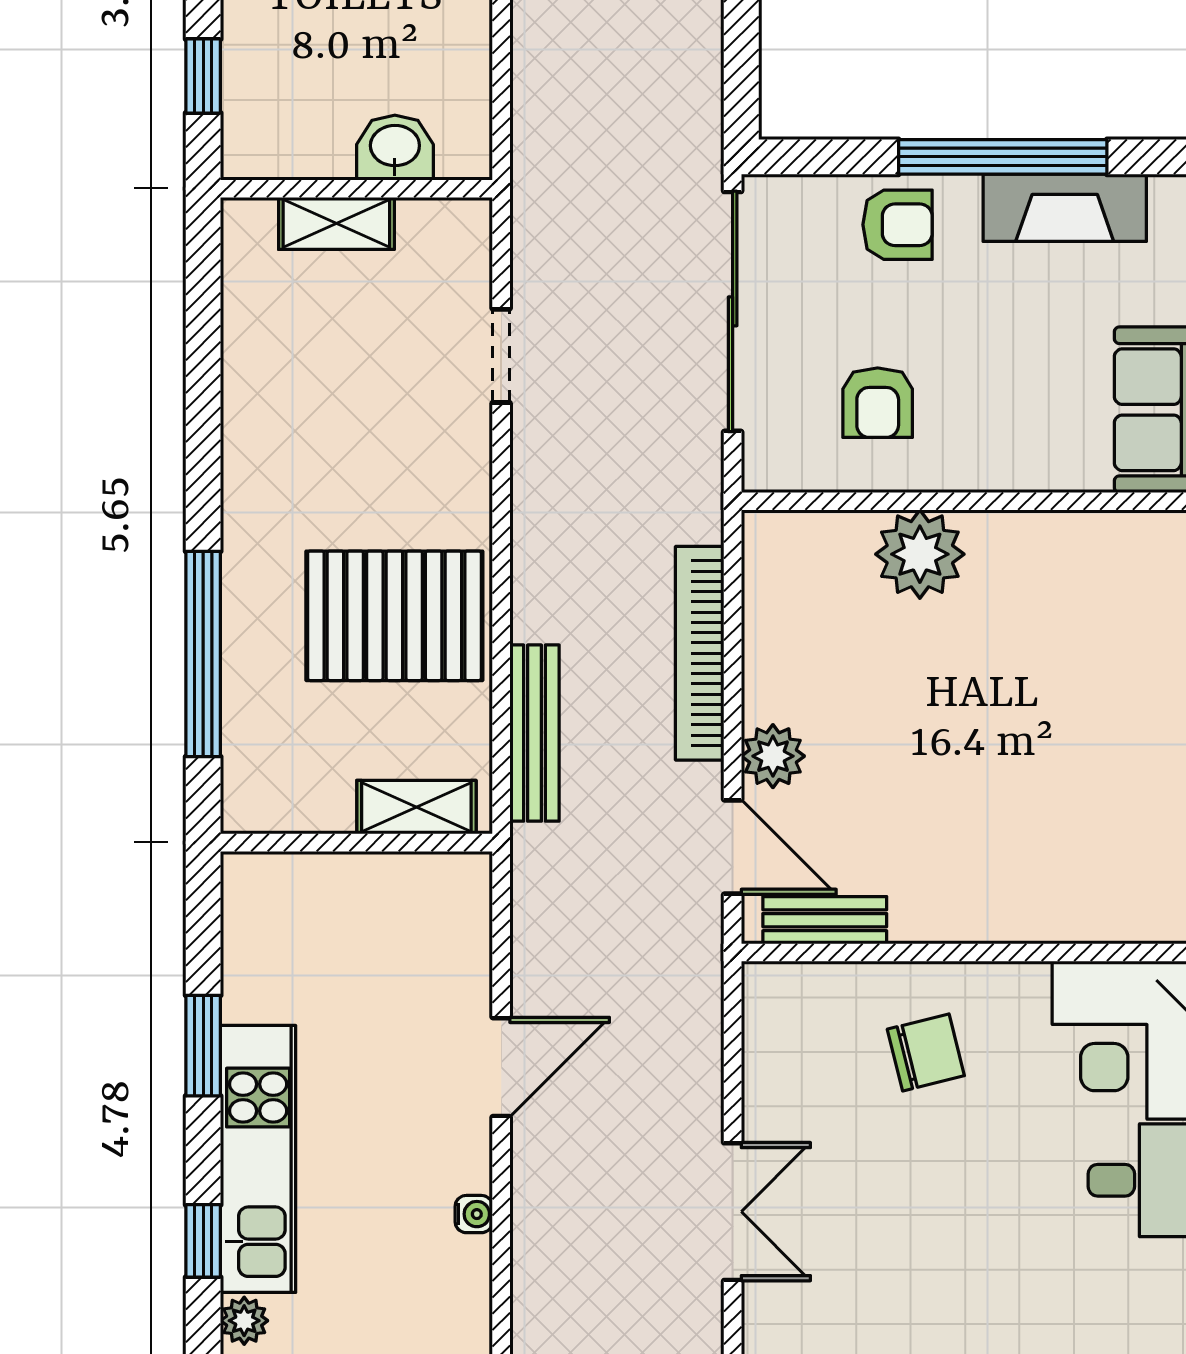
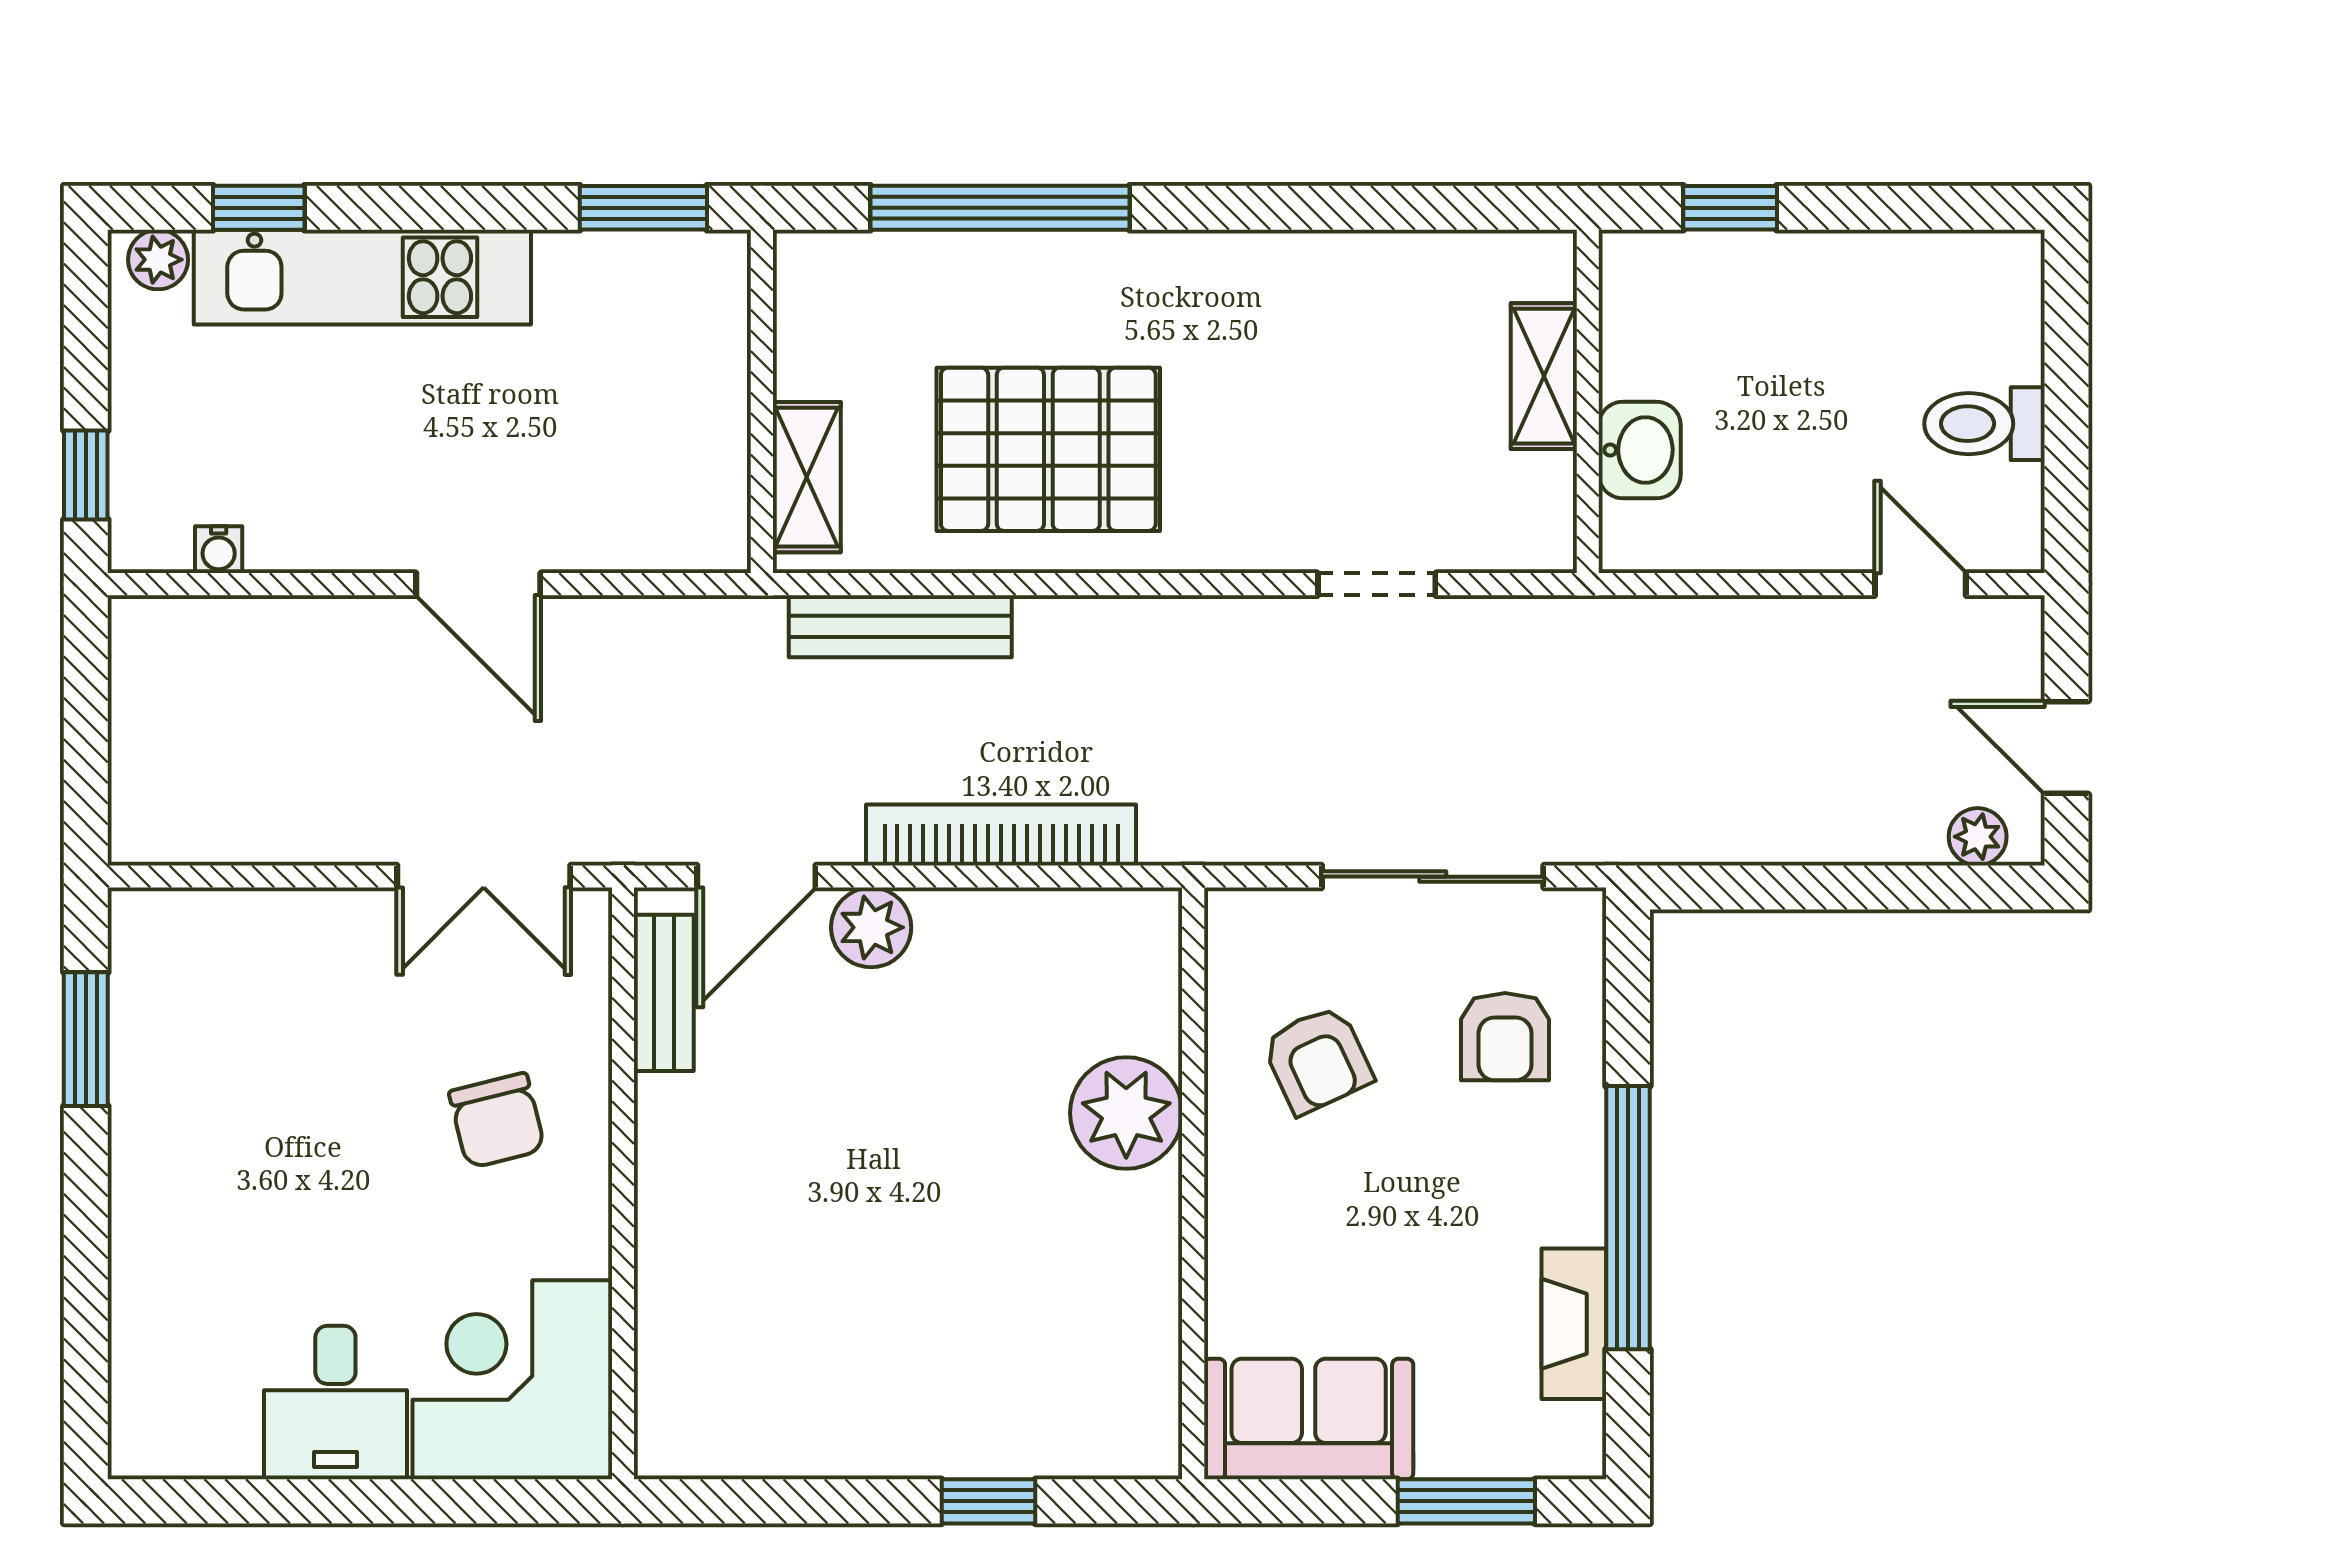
fireplace: (1065, 208) -> (1574, 1324), width x0.73, depth x0.76
armchair: (898, 225) -> (1505, 1037), moved
sliding door: (733, 311) -> (1433, 877), width x0.73
armchair: (878, 403) -> (1317, 1060), turned -115
pallet: (394, 616) -> (1048, 449), turned 90
window: (203, 1046) -> (643, 208), moved
double door: (733, 1212) -> (484, 877), moved
water cooler: (474, 1214) -> (219, 550), moved

